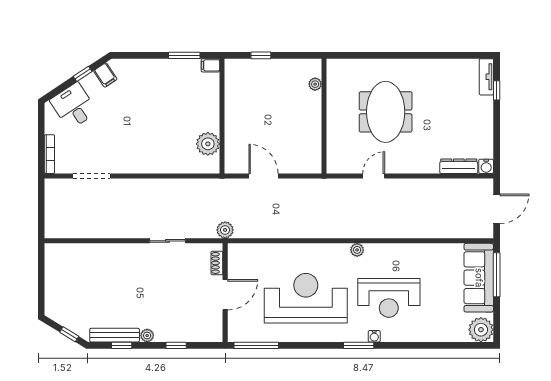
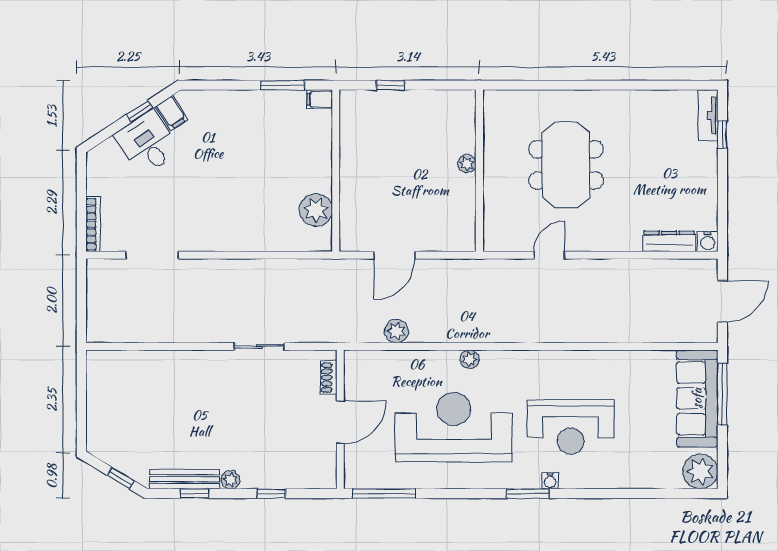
plant: (315, 84) -> (467, 164), moved
desk: (74, 106) -> (147, 143), moved
door: (264, 176) -> (394, 255), swing flipped
plant: (225, 230) -> (396, 331), moved
plant: (357, 250) -> (470, 359), moved

